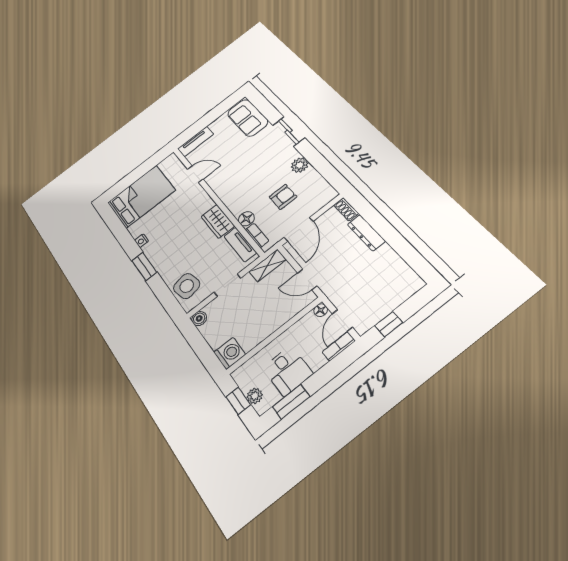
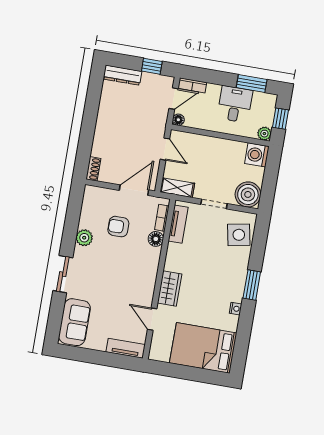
wardrobe: (218, 221) -> (170, 289), moved
dresser: (366, 233) -> (123, 75), moved, turned 90
boiler: (199, 318) -> (248, 194), width x1.86, depth x1.86
plant: (255, 396) -> (264, 134), moved

